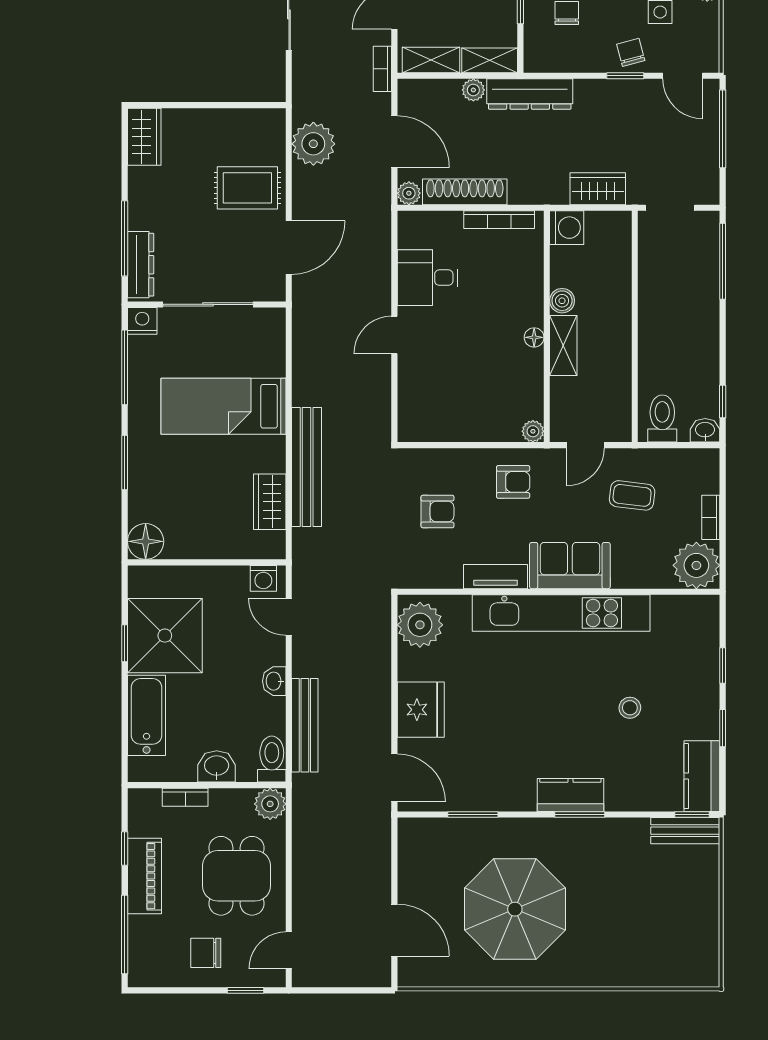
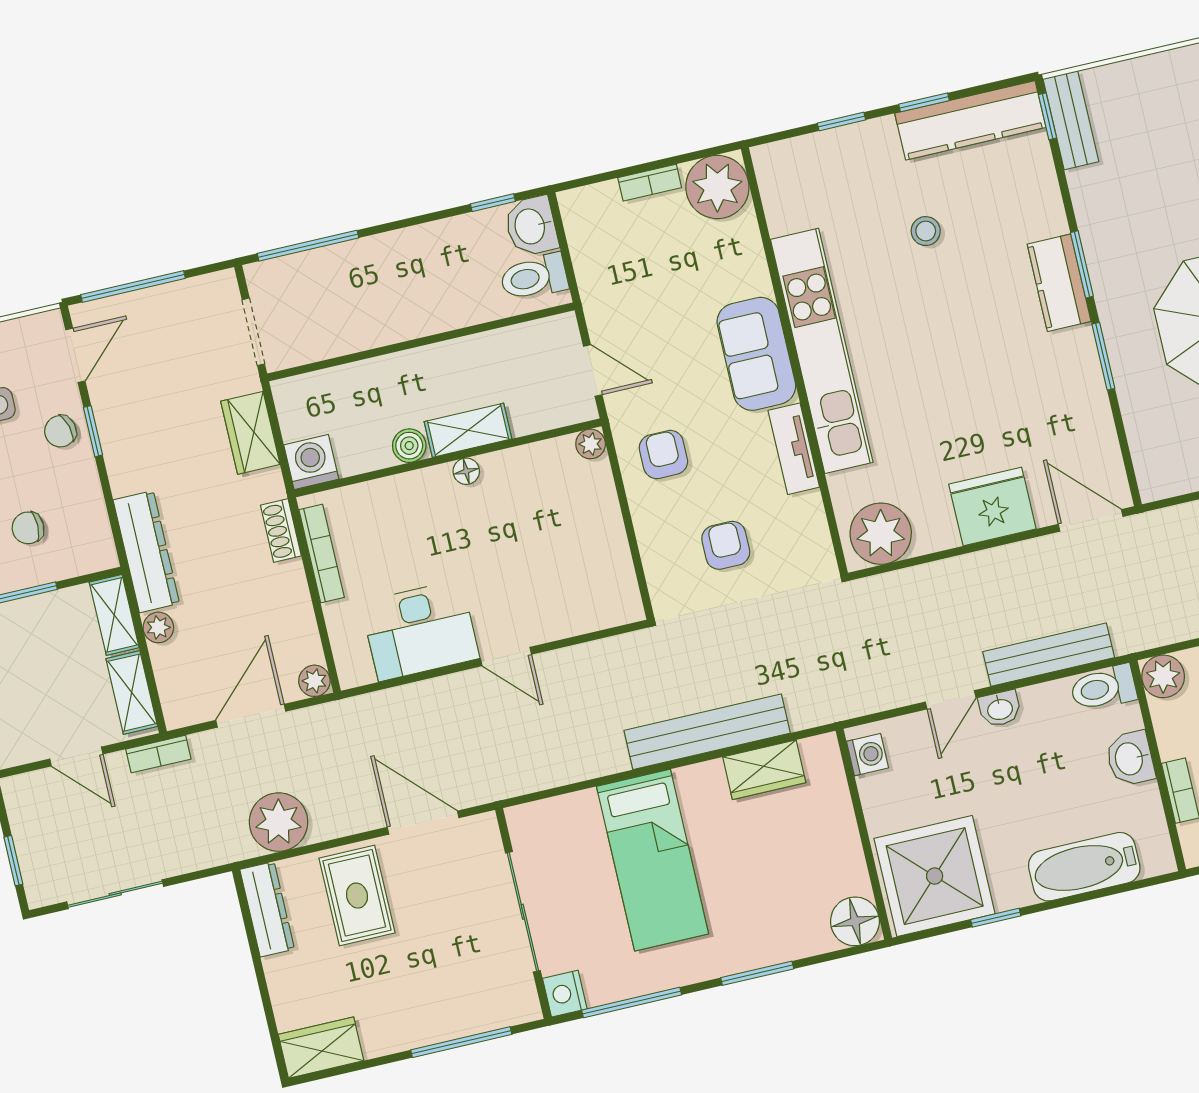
shoe rack: (465, 192) -> (281, 531), moved, width x0.51, depth x0.81
dresser: (141, 265) -> (267, 909), moved, turned 90
desk: (428, 278) -> (420, 630), width x1.37
washbasin: (705, 430) -> (531, 226), width x1.38, depth x1.45
coffee table: (632, 495) -> (645, 293), removed
door: (289, 617) -> (951, 700), moved
shower: (165, 636) -> (935, 876), moved
kitchen counter: (702, 776) -> (970, 120), width x1.50
door: (394, 778) -> (1091, 520), hinge flipped
window: (473, 814) -> (1103, 356), moved

